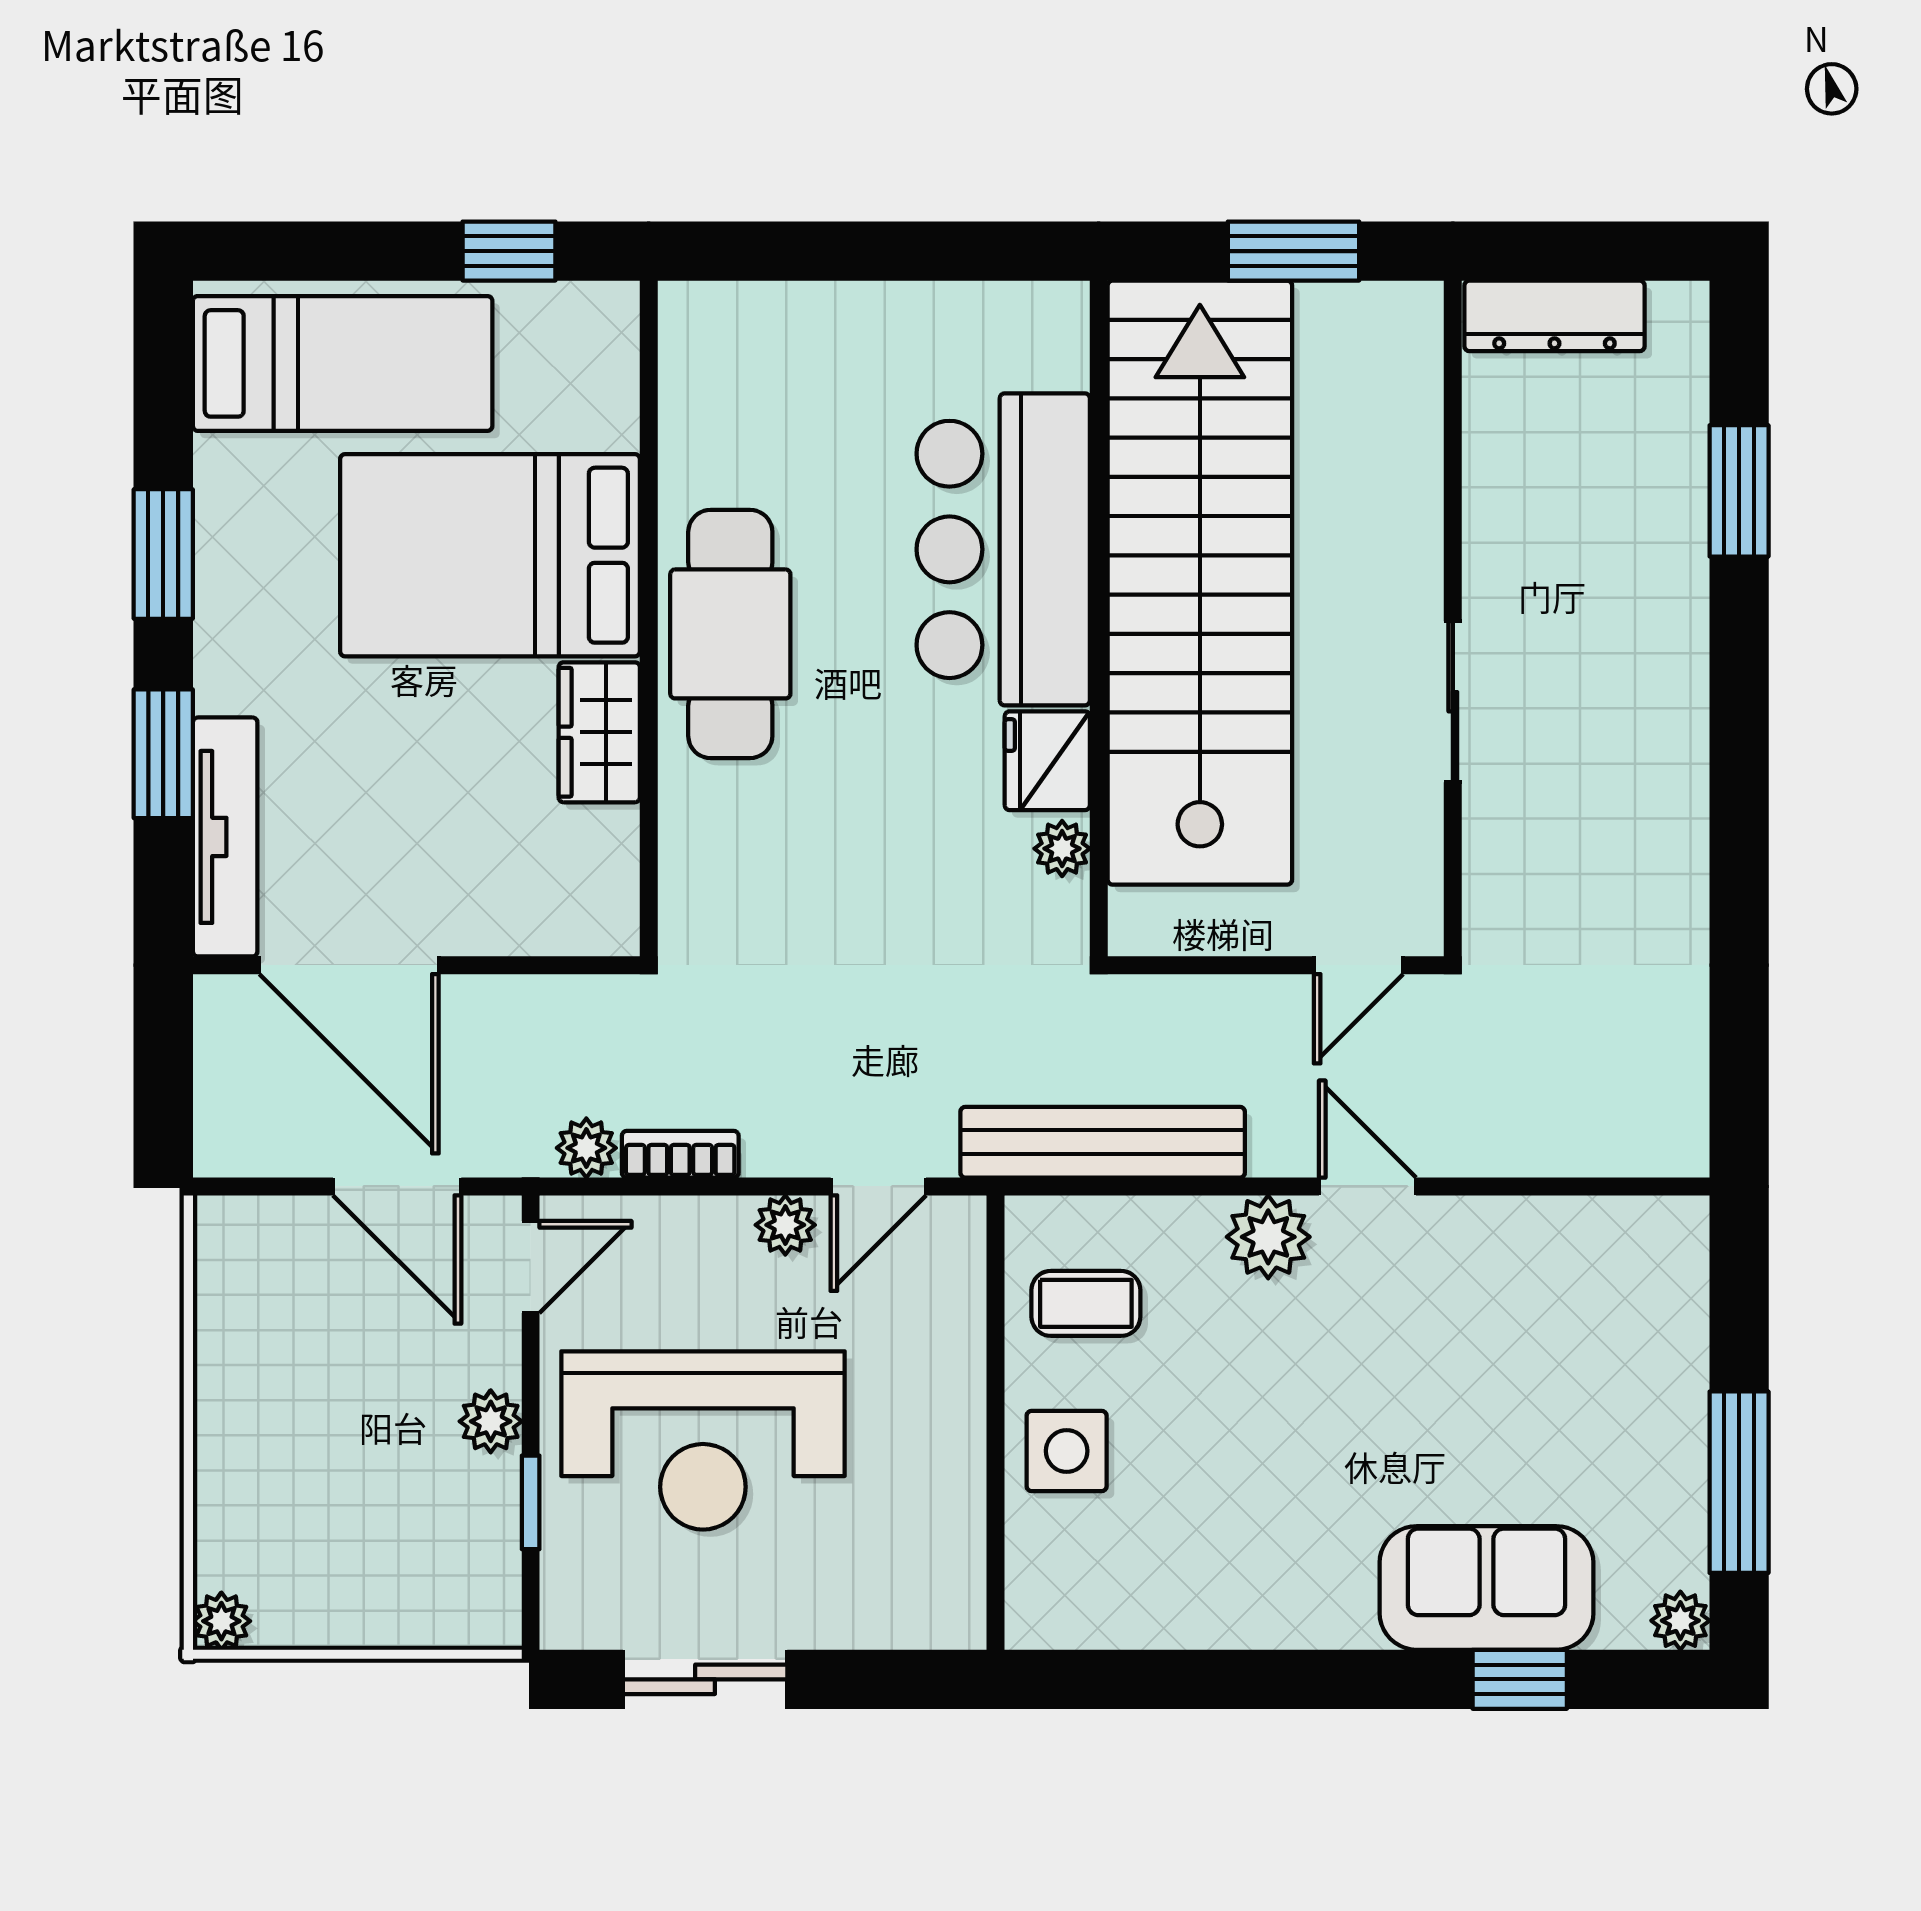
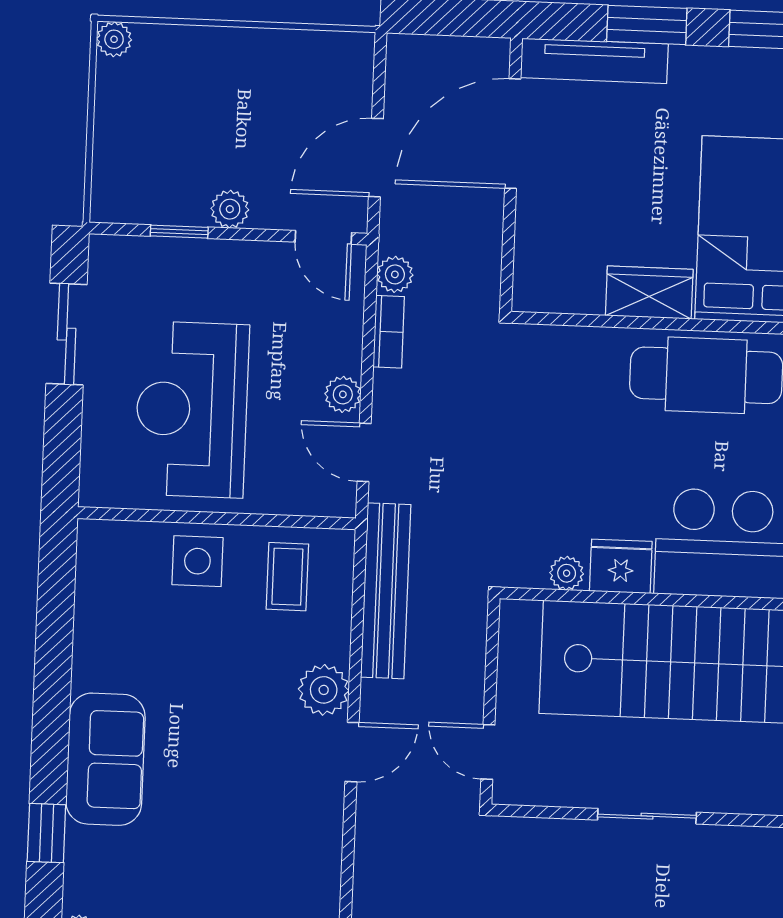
reception desk: (703, 1440) -> (192, 410), moved
sofa: (1486, 1588) -> (105, 759), moved

